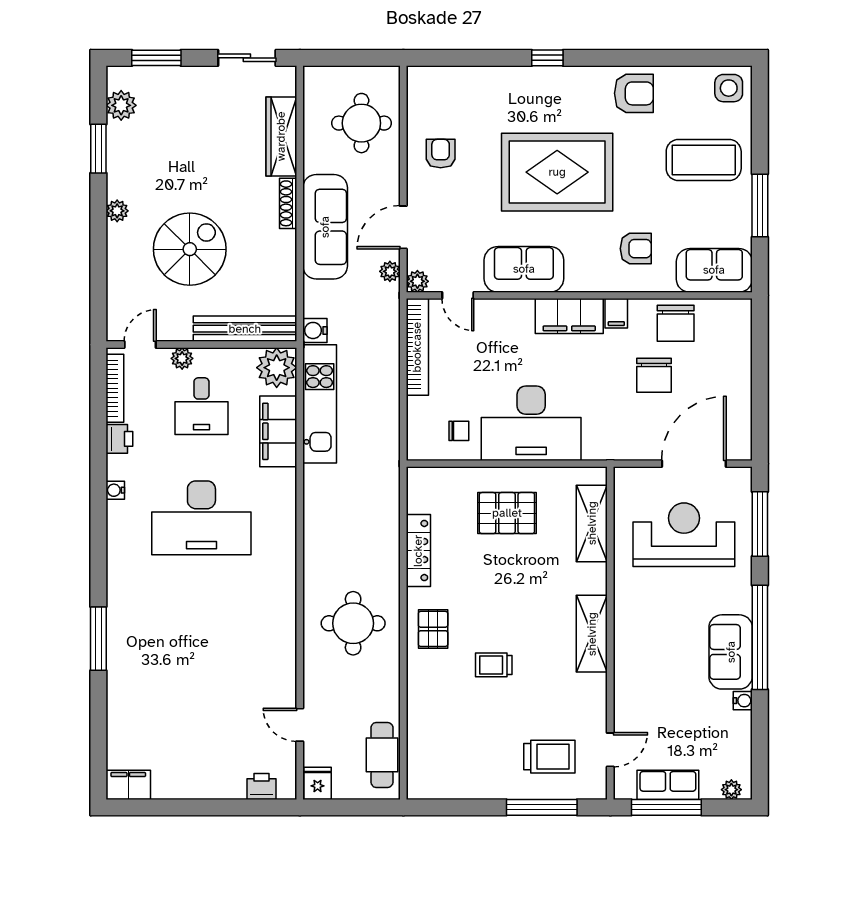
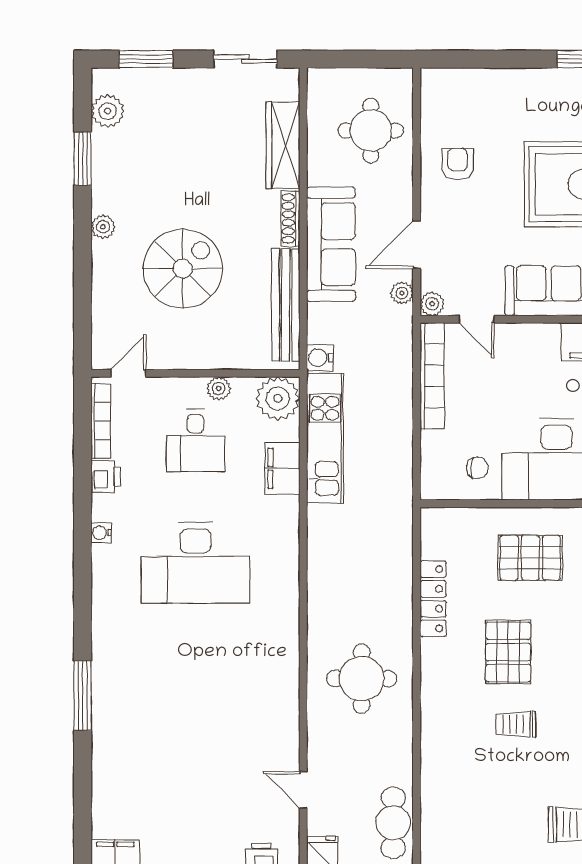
bench: (245, 329) -> (286, 305), moved, turned 90
plant: (182, 358) -> (219, 388), moved
filing cabinet: (278, 431) -> (282, 468), width x0.67, depth x0.86
pallet: (433, 629) -> (508, 652), moved, width x1.50, depth x1.42

